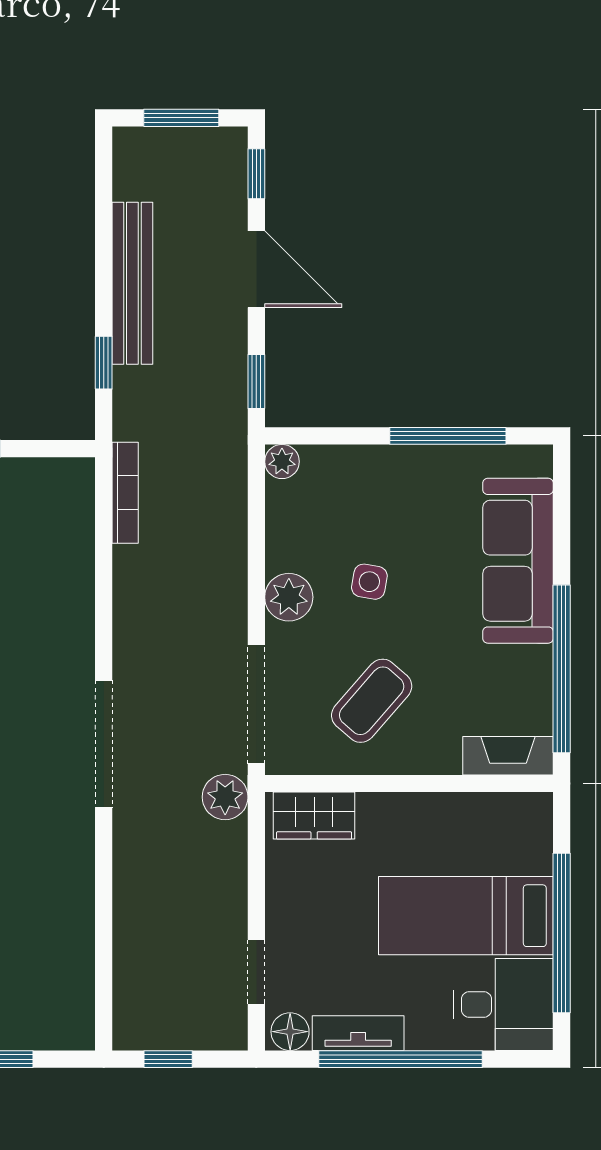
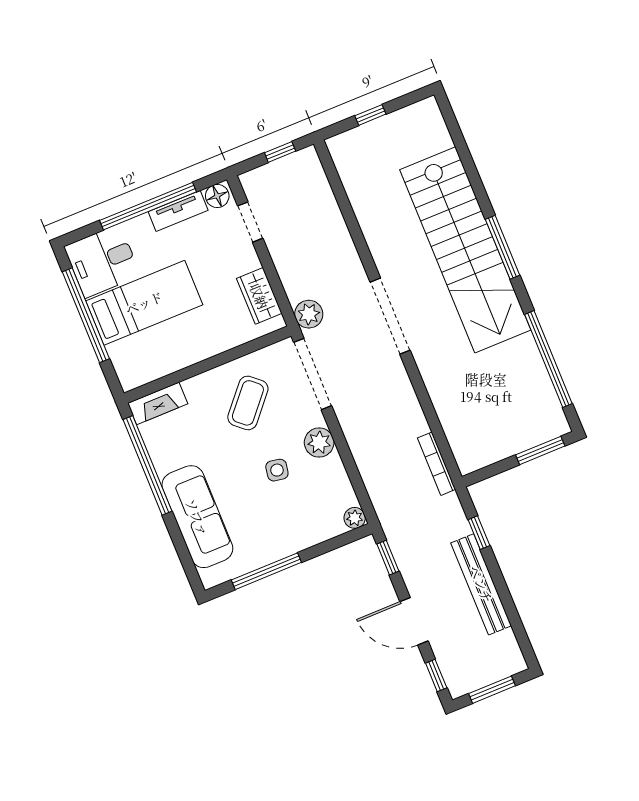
wardrobe: (314, 816) -> (259, 296), moved, turned -90

